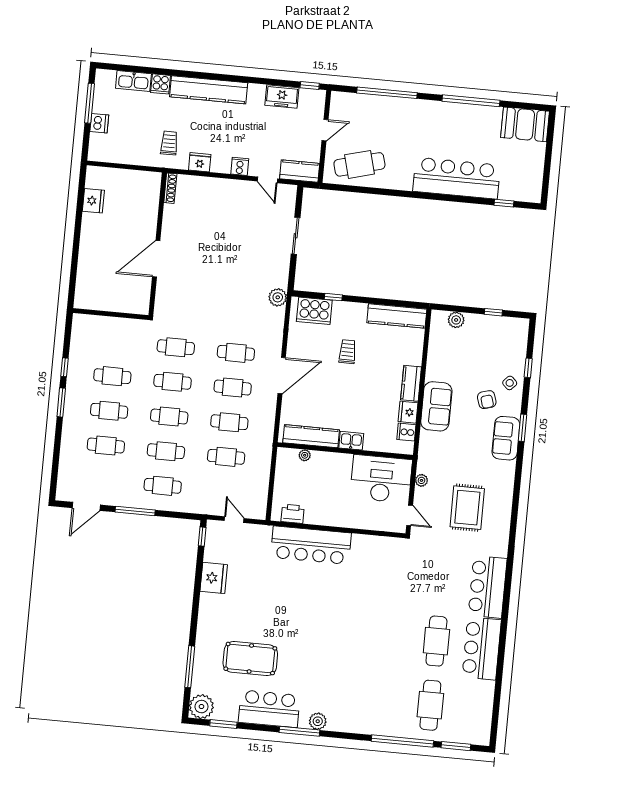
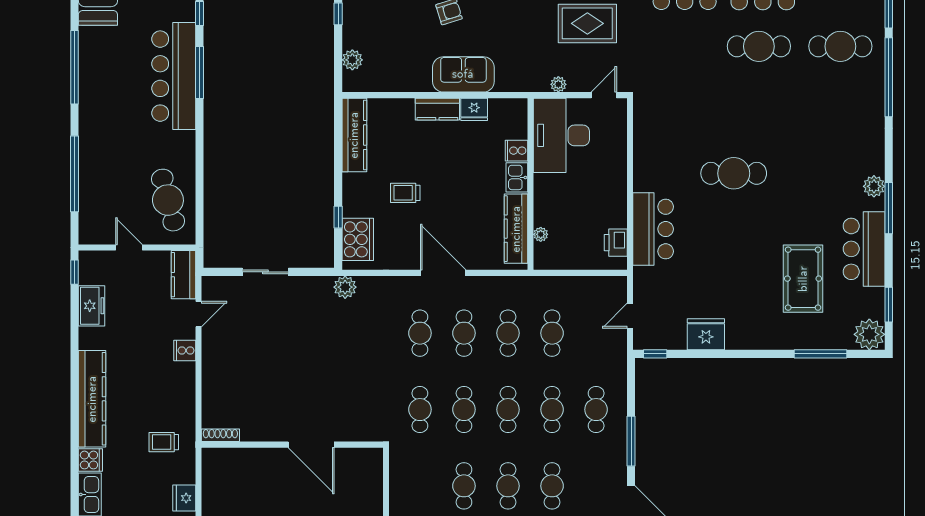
fridge: (200, 162) -> (184, 498), moved
window: (458, 199) -> (199, 72), added
cooker: (406, 432) -> (516, 151), moved, turned 90
bar counter: (311, 545) -> (653, 229), width x0.73
cafe table: (338, 612) -> (734, 173), added

